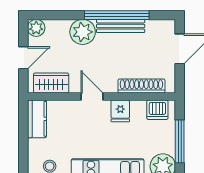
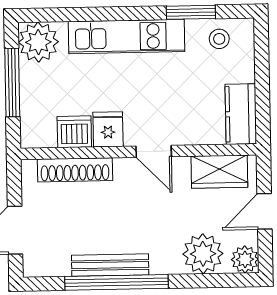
plant: (83, 32) -> (203, 254), moved
dishwasher: (157, 110) -> (74, 132), moved

